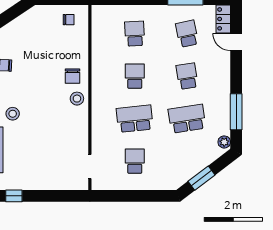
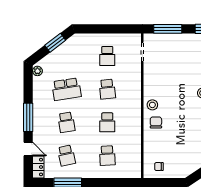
window: (236, 112) -> (28, 117), moved
school desk: (135, 119) -> (107, 89), width x0.54
window: (57, 196) -> (168, 29), added

